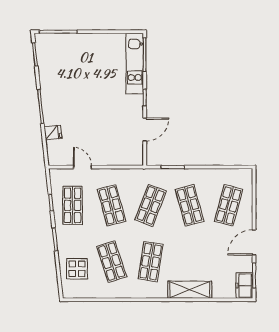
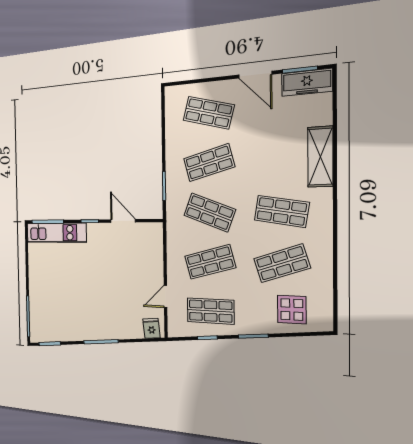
fridge: (53, 133) -> (151, 328), moved
freezer: (244, 286) -> (307, 82), width x1.40

